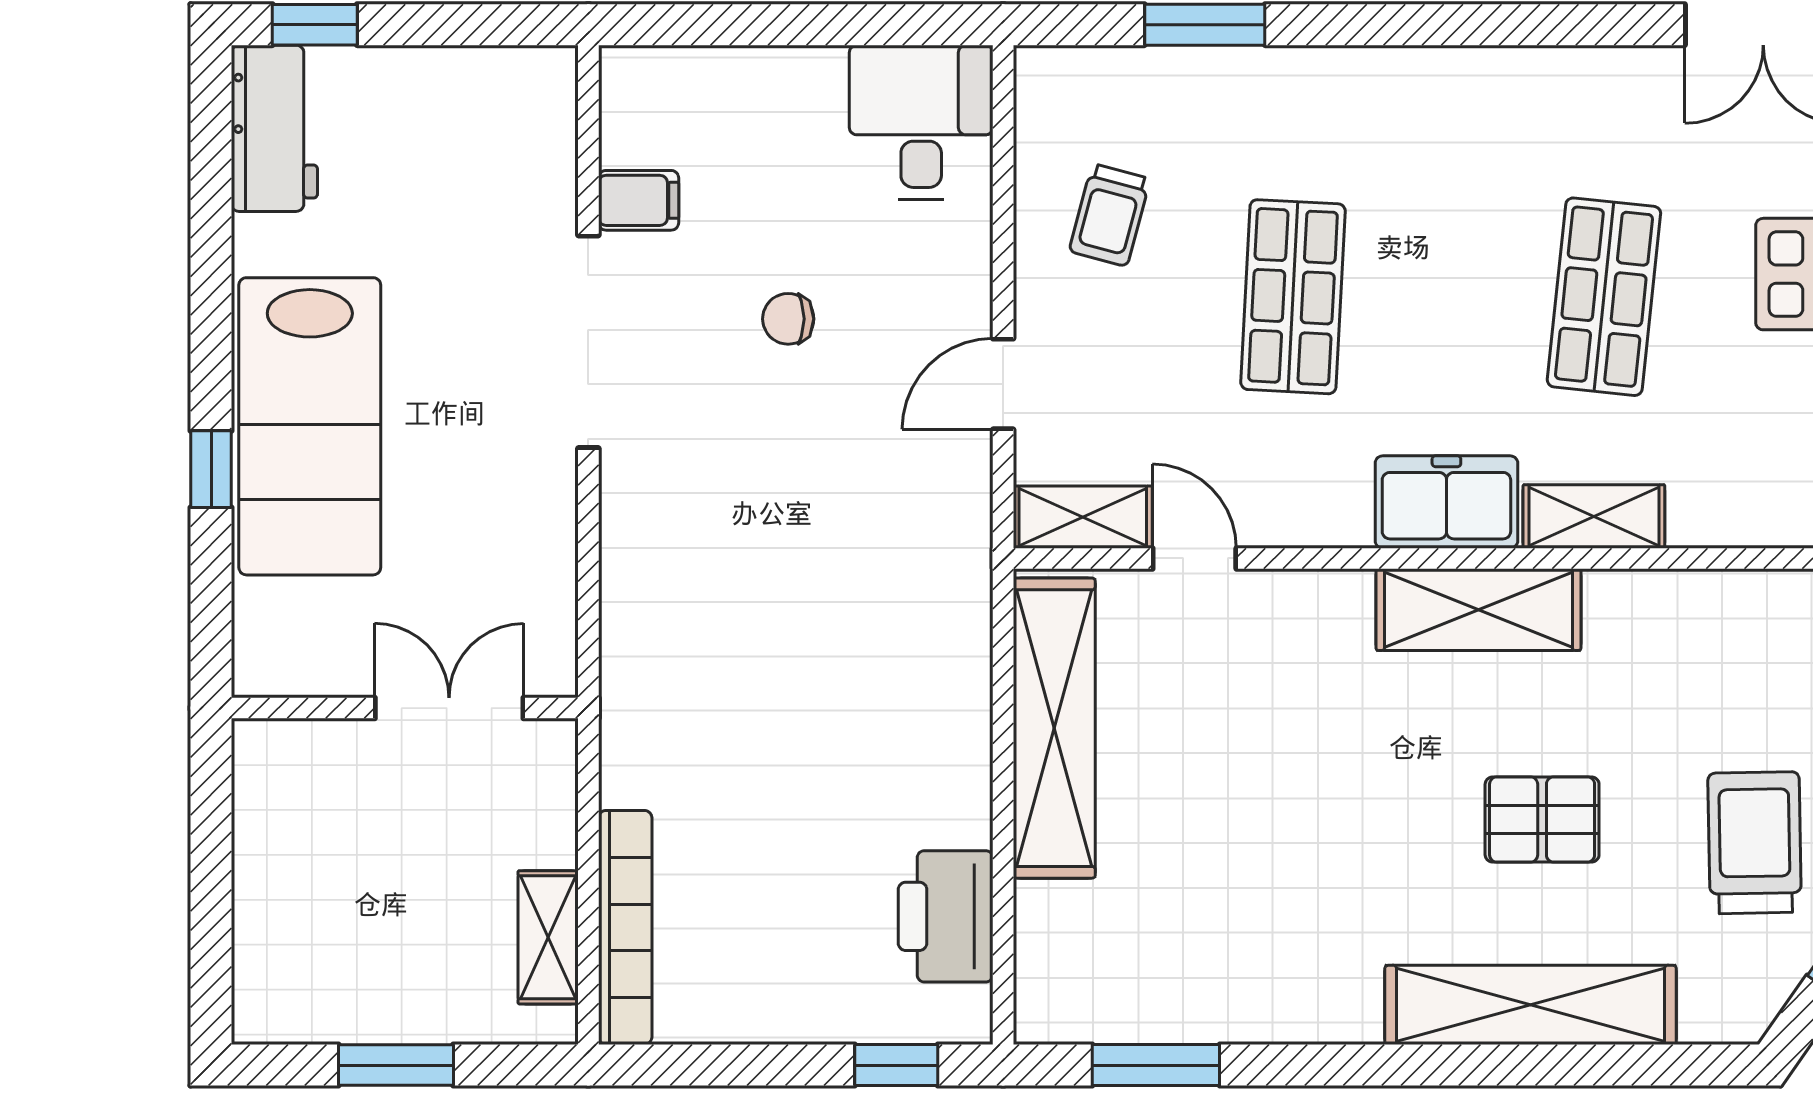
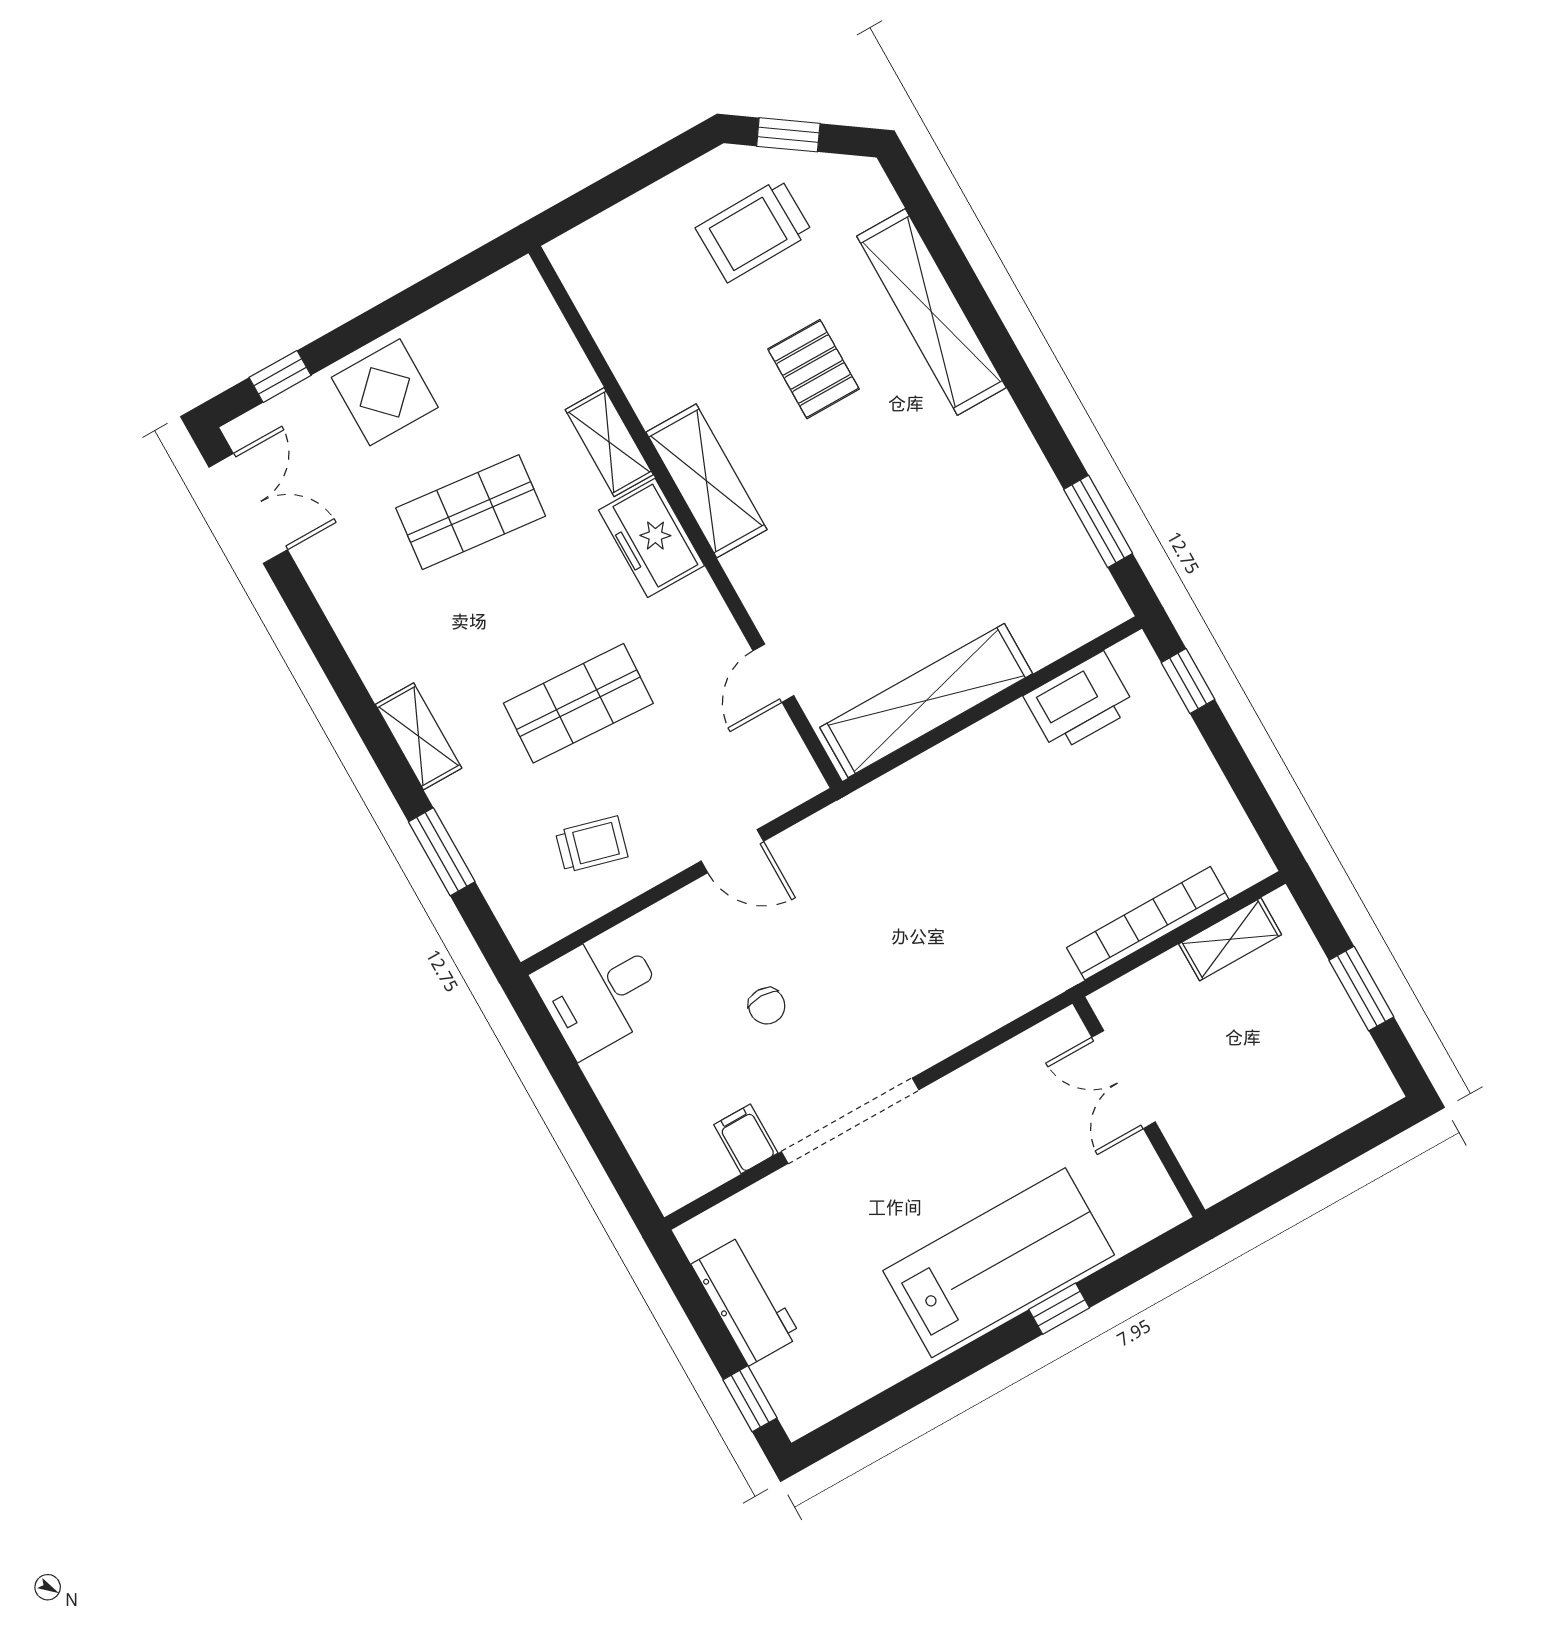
workbench: (274, 128) -> (746, 1300), moved, turned 90
shelving: (1083, 517) -> (419, 736), moved
bookcase: (625, 927) -> (1148, 923), moved

